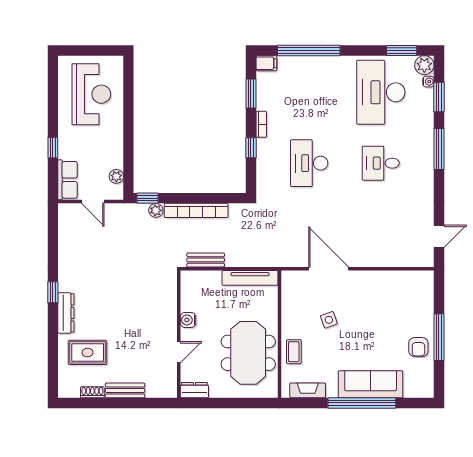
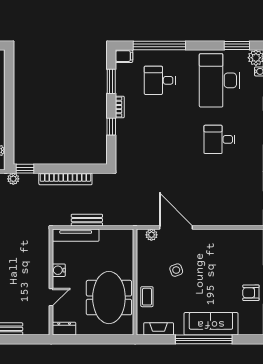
desk: (309, 163) -> (160, 80), moved, width x0.73
plant: (156, 210) -> (13, 179), moved
bench: (206, 260) -> (87, 220), moved
plant: (299, 277) -> (151, 235), added
tv unit: (250, 278) -> (76, 235), moved
armchair: (418, 347) -> (251, 293), turned 90

